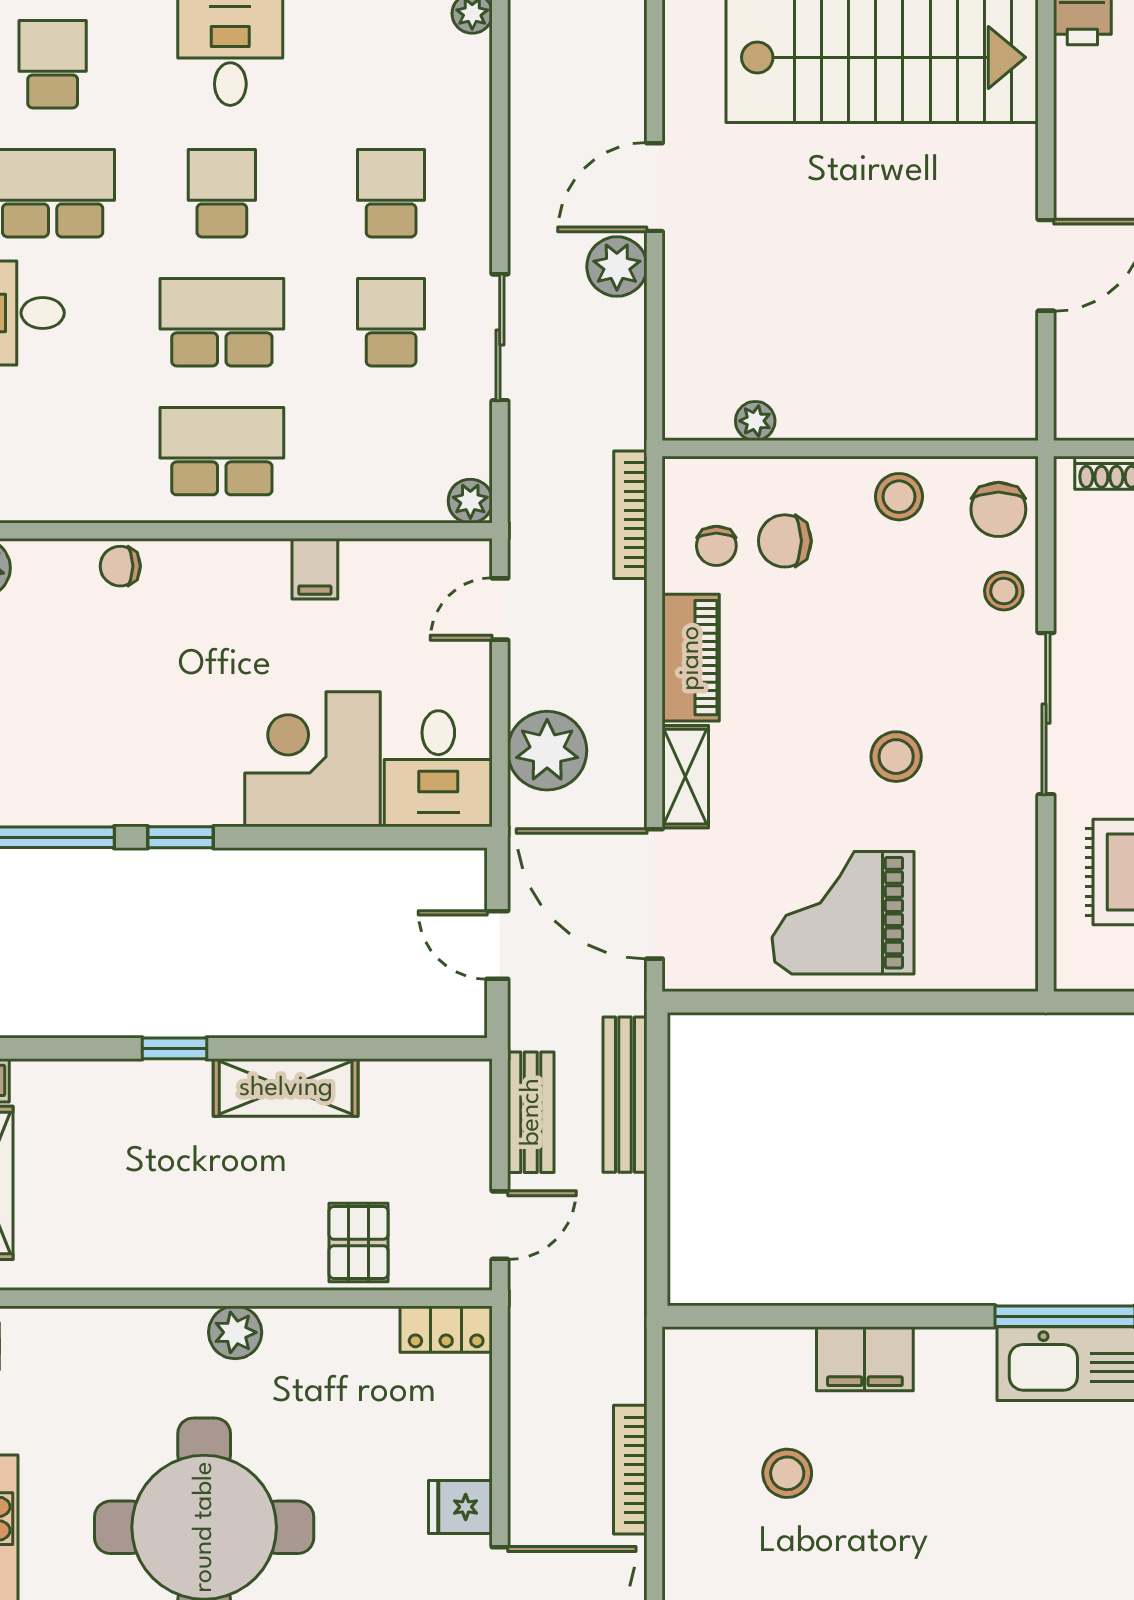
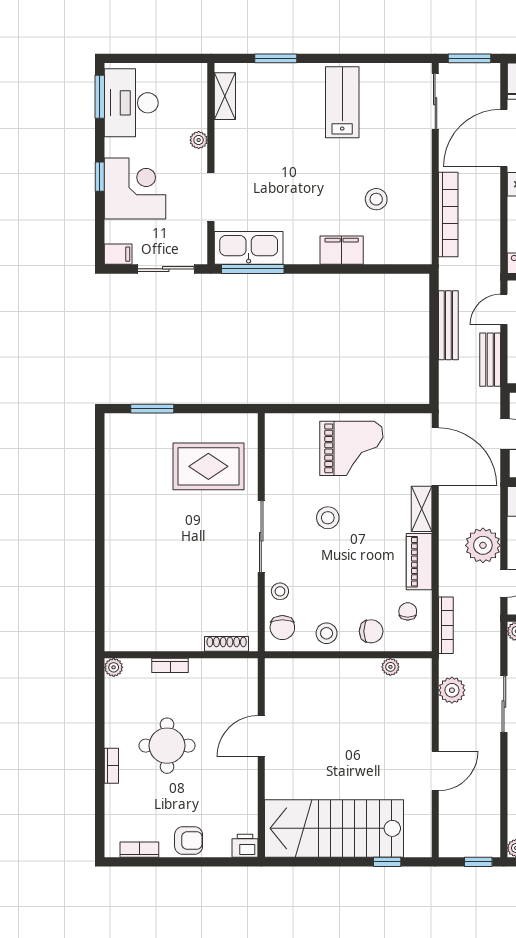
plant: (617, 267) -> (452, 690), moved
chair: (998, 509) -> (282, 628), turned 180
chair: (785, 541) -> (371, 631), moved
plant: (547, 751) -> (483, 545), moved
bench: (625, 1095) -> (448, 325), moved
bookcase: (630, 1470) -> (448, 215), width x1.48, depth x1.31

